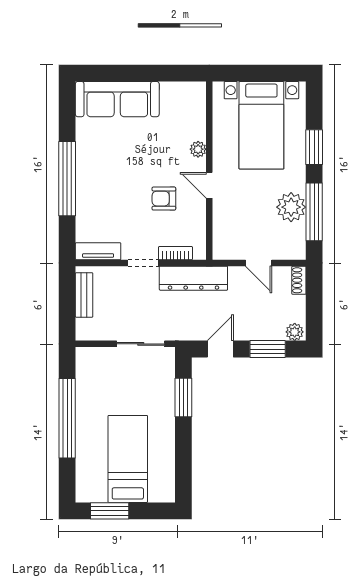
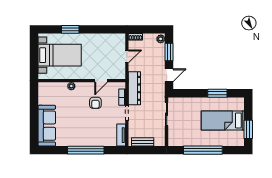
door: (209, 185) -> (101, 81), moved
plant: (291, 207) -> (100, 41), removed
window: (314, 212) -> (102, 29), removed
door: (220, 349) -> (169, 75), swing flipped
window: (183, 397) -> (217, 93), moved

